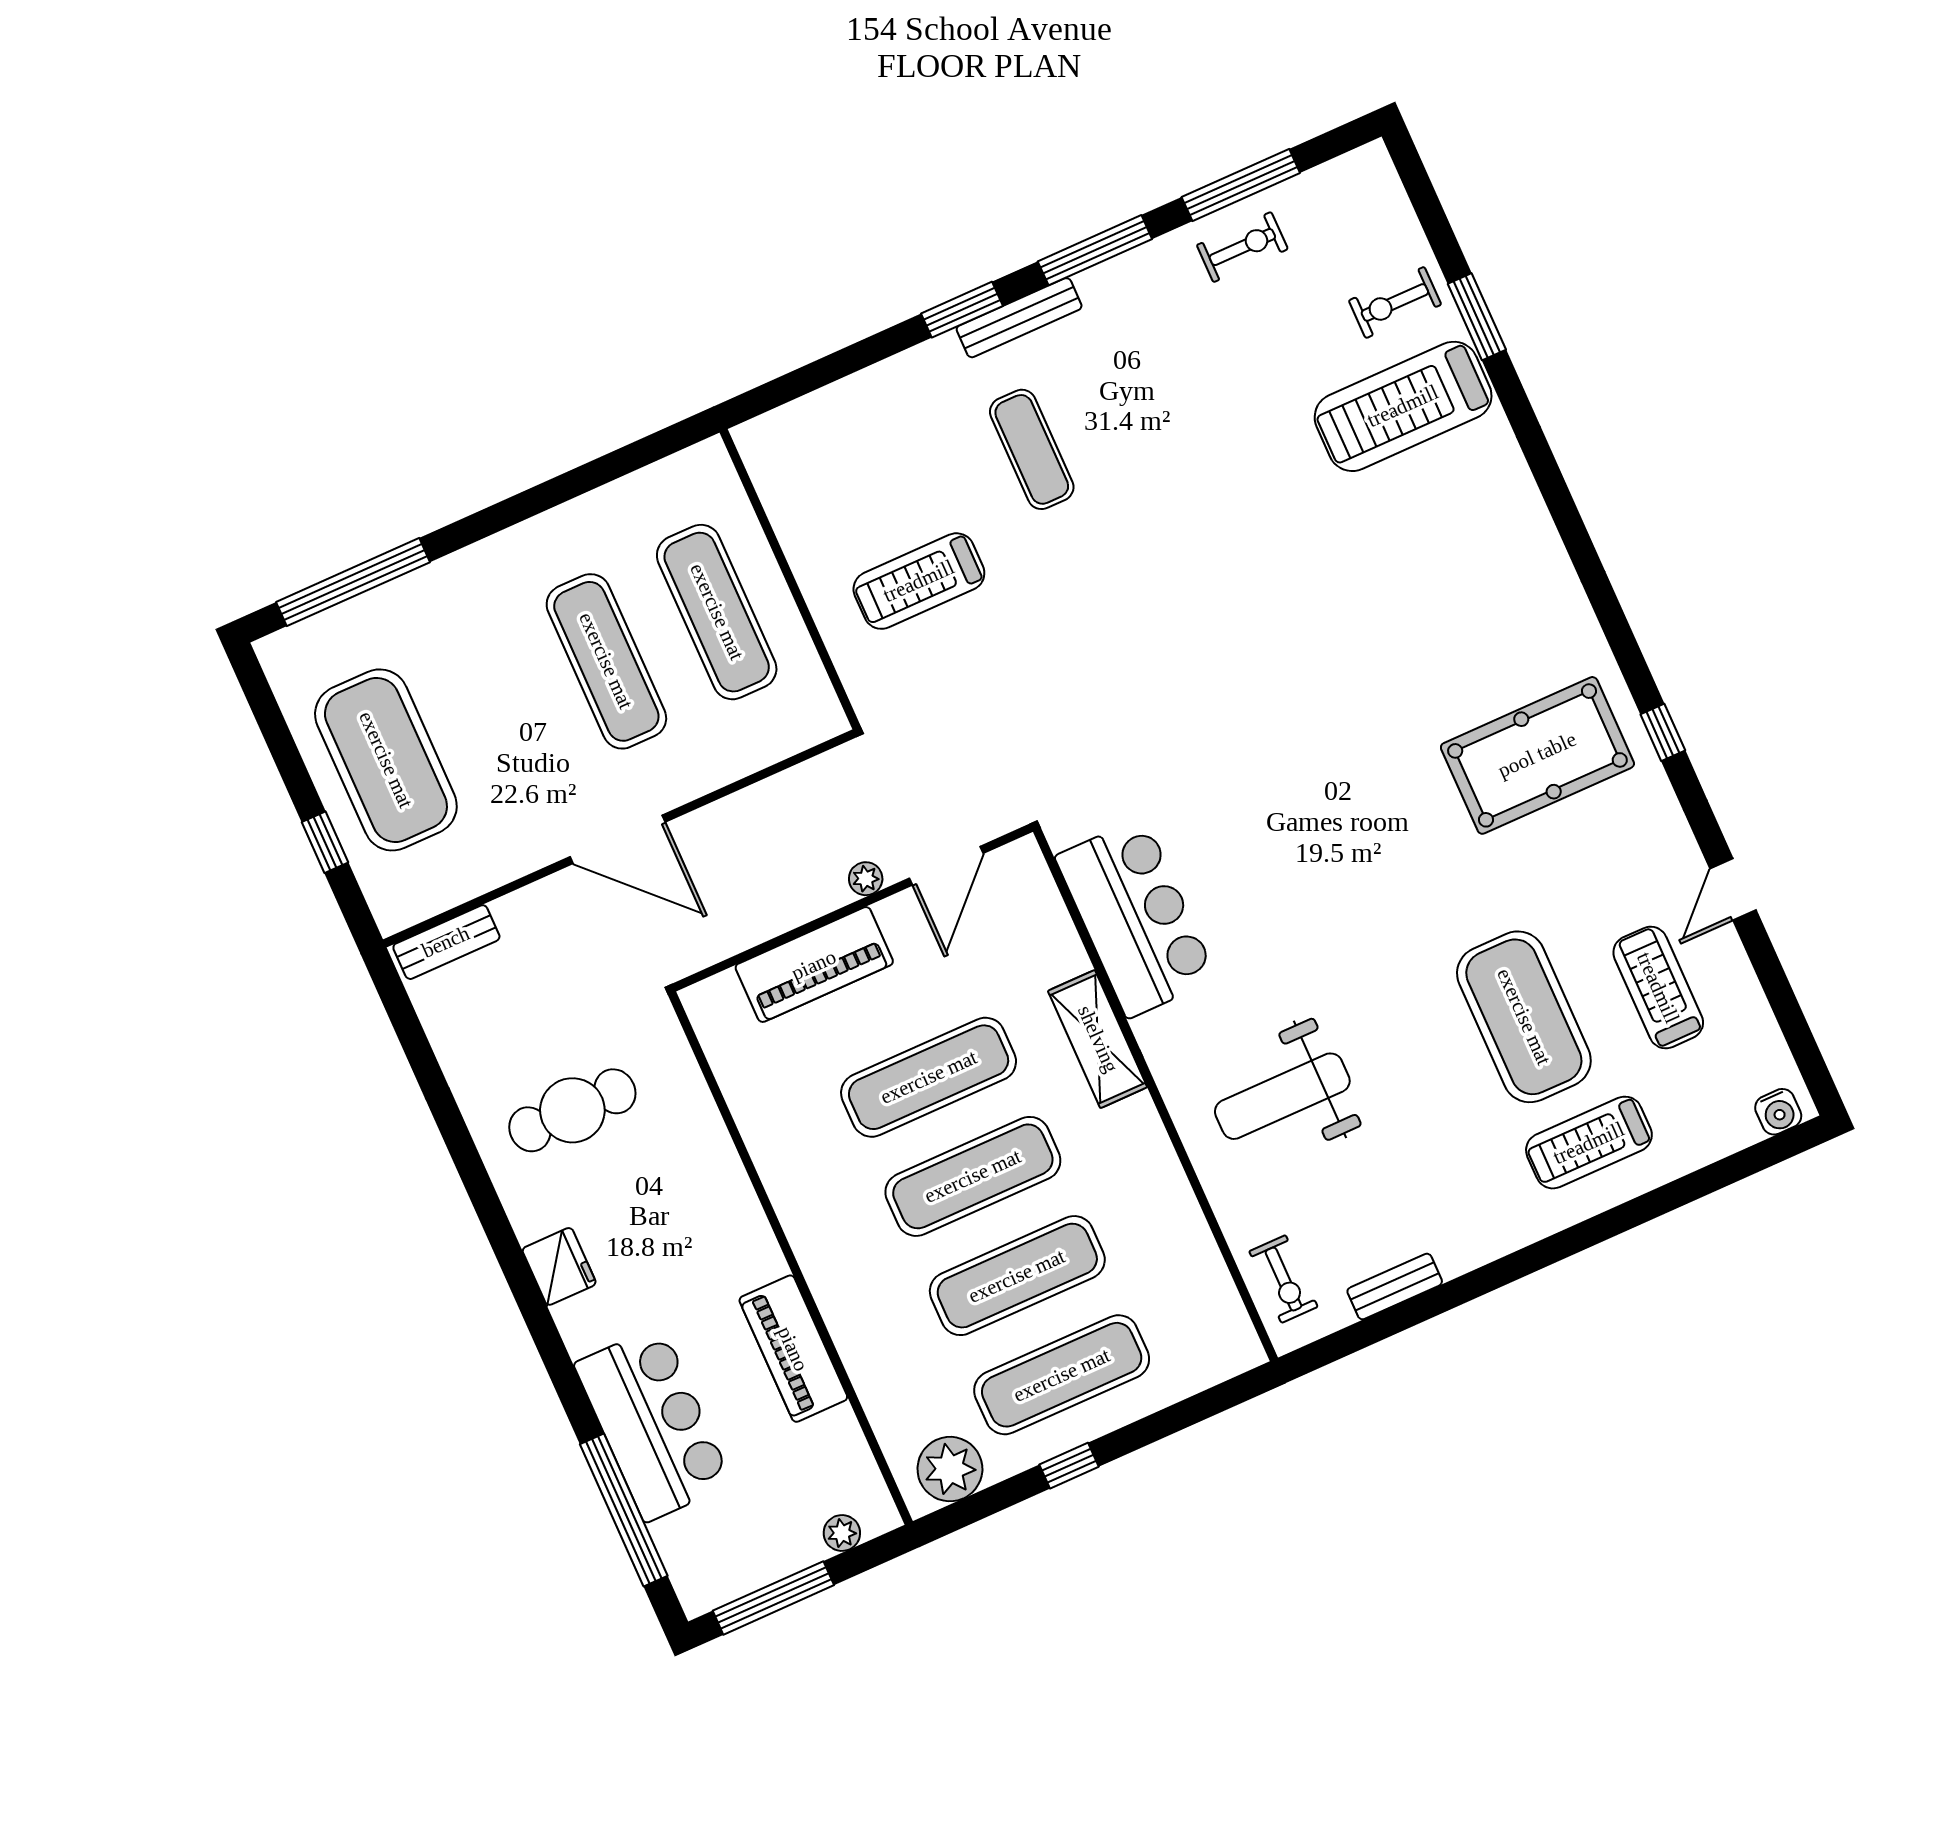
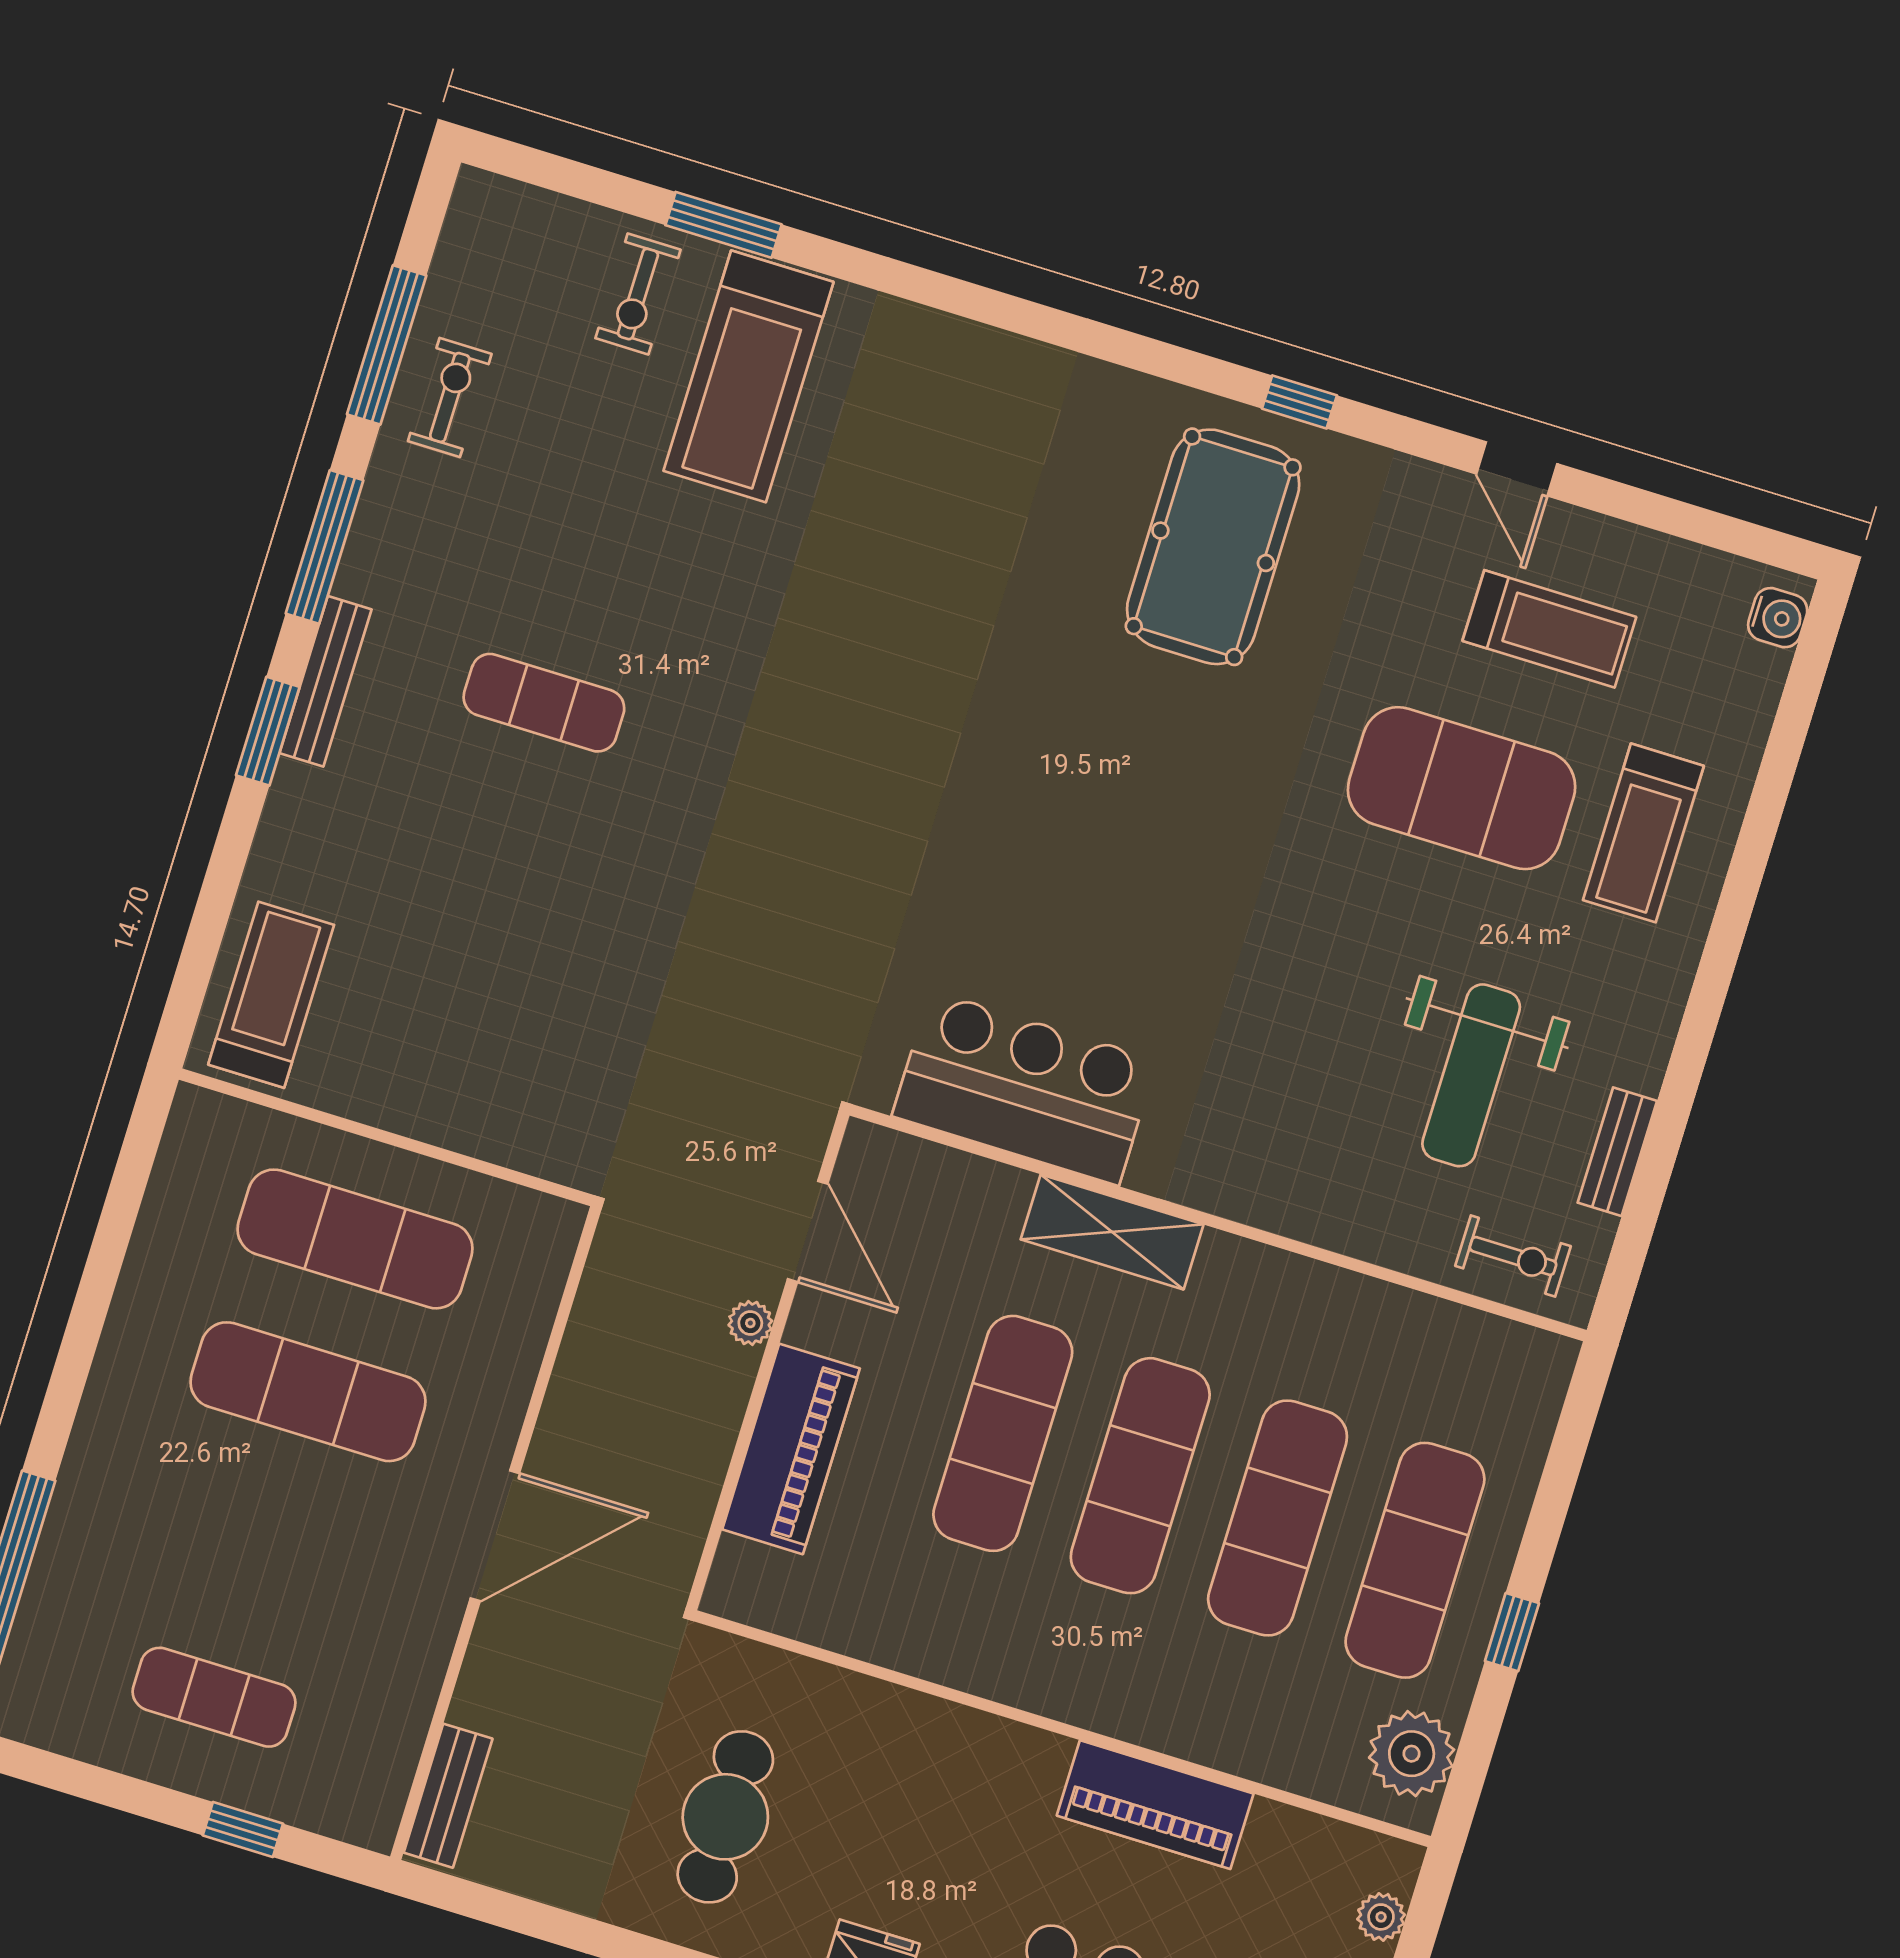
exercise mat: (1032, 449) -> (544, 703), moved
treadmill: (919, 581) -> (271, 995), moved, turned 180
exercise mat: (386, 760) -> (214, 1697), width x0.50, depth x0.69
treadmill: (1658, 988) -> (1549, 629), turned 180
weight bench: (1282, 1096) -> (1471, 1075), moved

